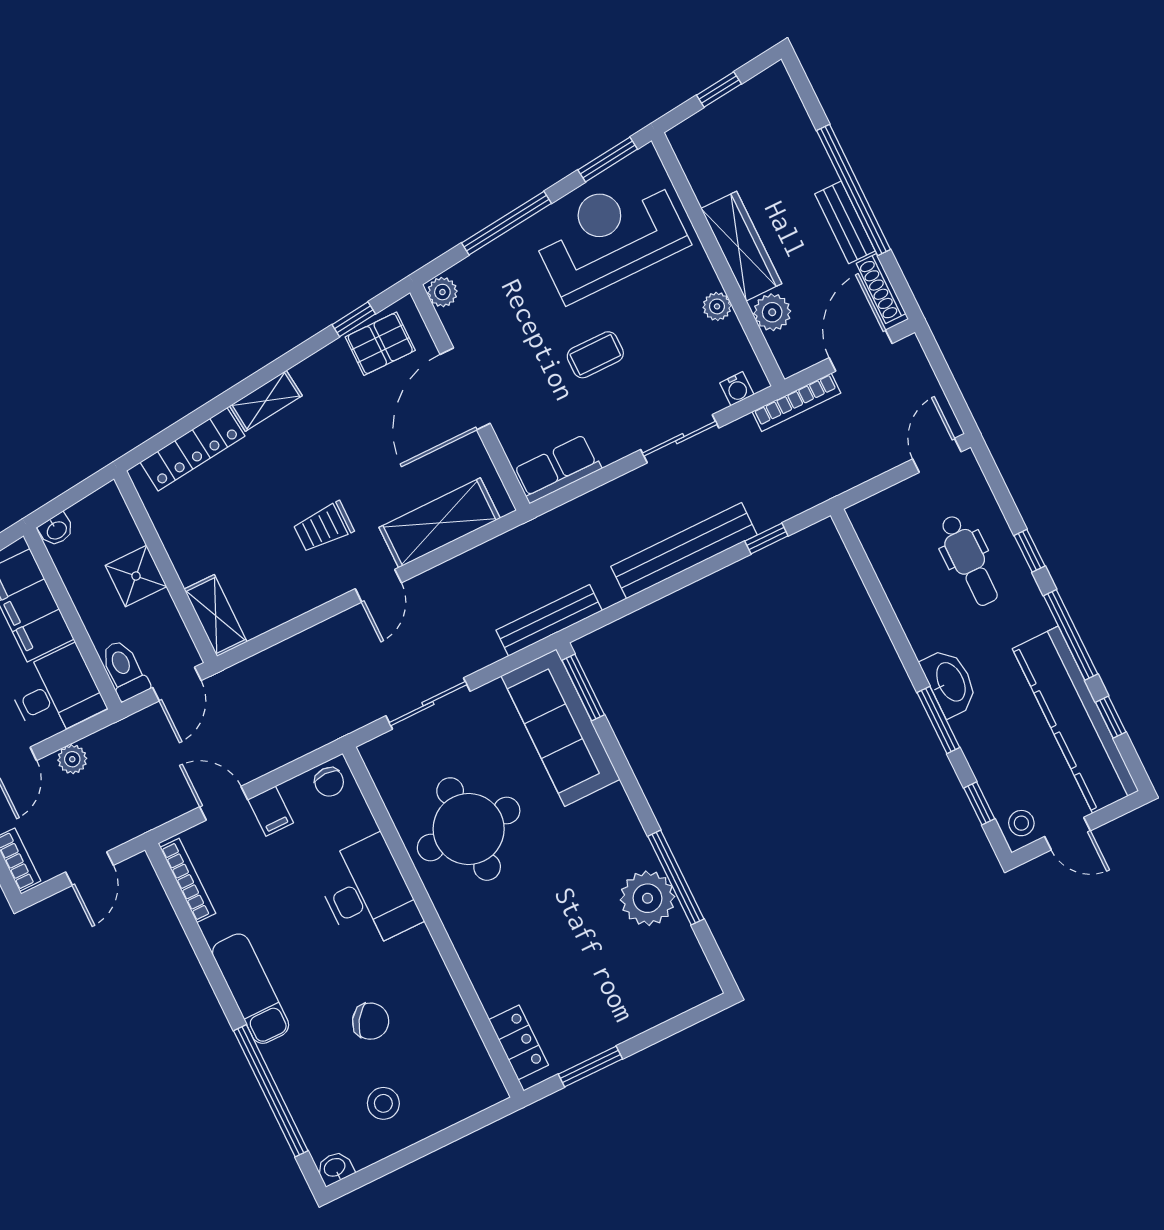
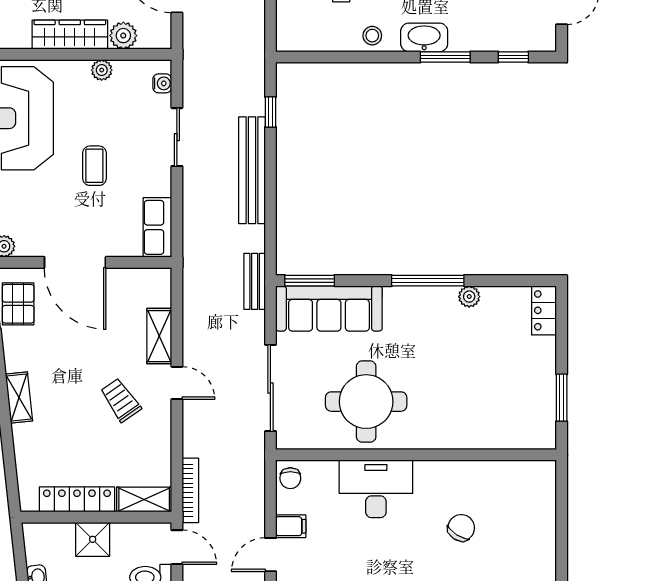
bookcase: (796, 402) -> (190, 490), moved
locker: (192, 449) -> (77, 499), moved, turned -84
shelving: (440, 523) -> (159, 336), width x0.67, depth x0.75
trolley: (324, 527) -> (121, 400), turned 145
bench: (549, 620) -> (255, 281), width x0.73
sliding door: (428, 704) -> (270, 388), width x1.37
chair: (329, 782) -> (290, 478), turned 90
stool: (1021, 823) -> (372, 36), moved
window: (676, 878) -> (428, 281), moved
plant: (647, 898) -> (469, 297), width x0.53, depth x0.53
locker: (519, 1042) -> (544, 310), moved, turned -90
stool: (383, 1103) -> (519, 546), removed

